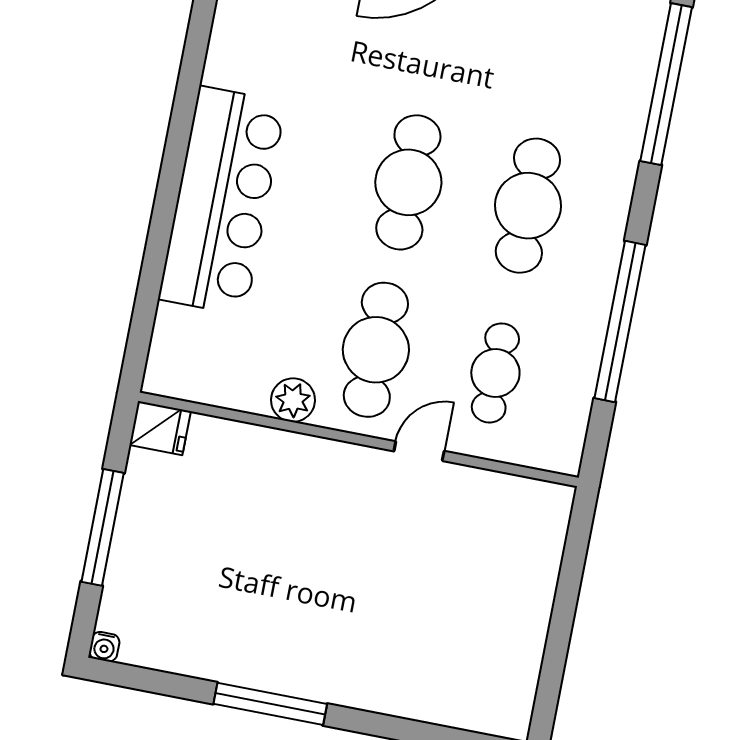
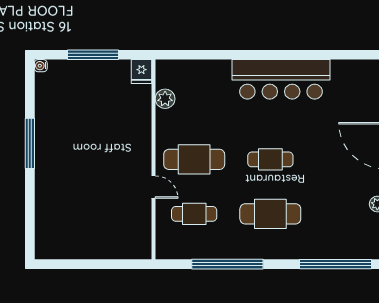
cafe table: (408, 182) -> (270, 159), width x0.73, depth x0.74
bar counter: (222, 201) -> (281, 79), moved
plant: (293, 400) -> (165, 99), moved

